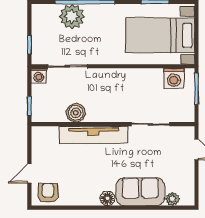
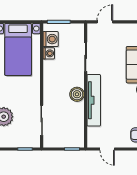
washing machine: (39, 76) -> (49, 53), moved
boiler: (76, 113) -> (77, 94), moved
door: (29, 174) -> (107, 149), moved

